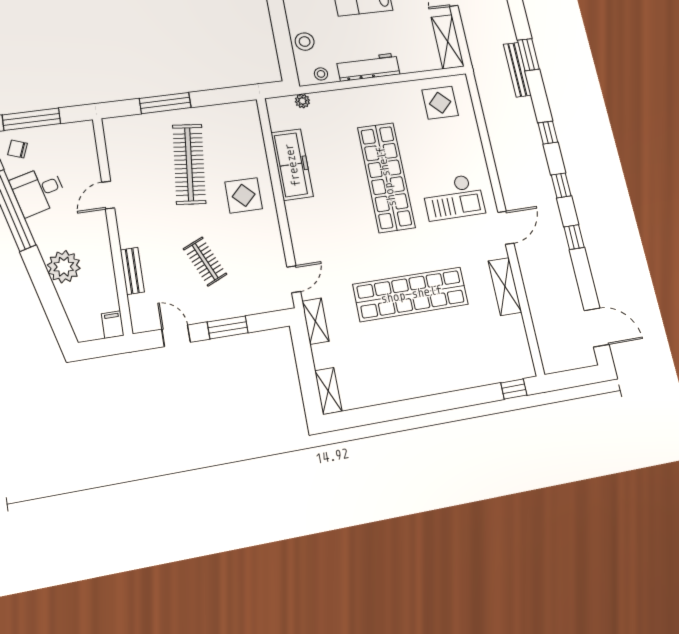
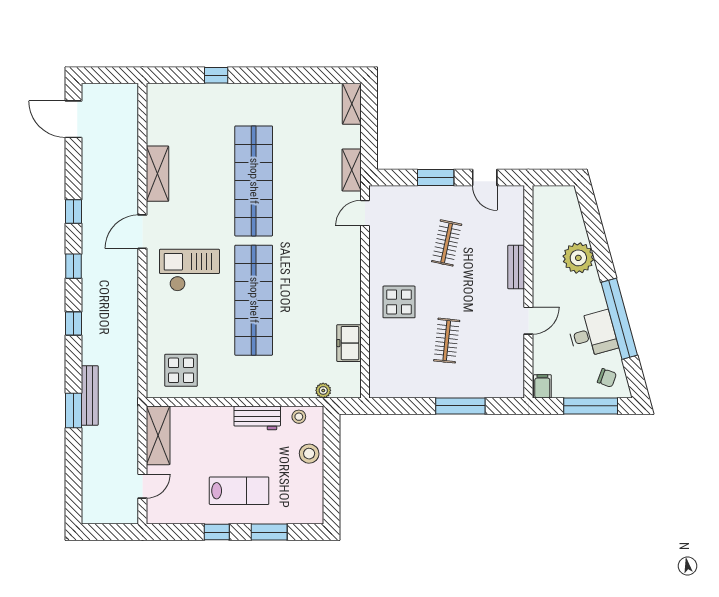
workbench: (368, 67) -> (257, 418), width x0.73
clothes rail: (189, 164) -> (447, 341), width x0.54, depth x0.76
freezer: (292, 165) -> (349, 343), width x0.52, depth x0.79
clothes rail: (205, 261) -> (447, 243), turned 36
bench: (132, 271) -> (516, 267), moved
shop shelf: (411, 294) -> (254, 181), turned 90
filing cabinet: (113, 325) -> (542, 386), moved, turned 180
window: (514, 389) -> (216, 75), moved

